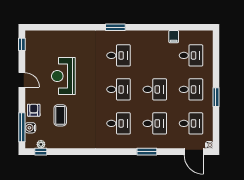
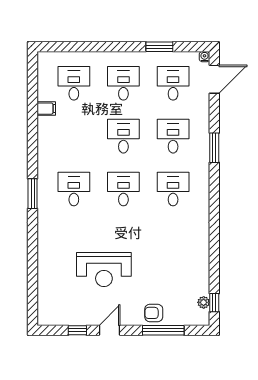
window: (22, 44) -> (77, 330), moved
window: (216, 97) -> (159, 47), moved
coffee table: (60, 115) -> (161, 274), removed
window: (22, 127) -> (163, 330), moved
water cooler: (30, 128) -> (179, 318), removed

